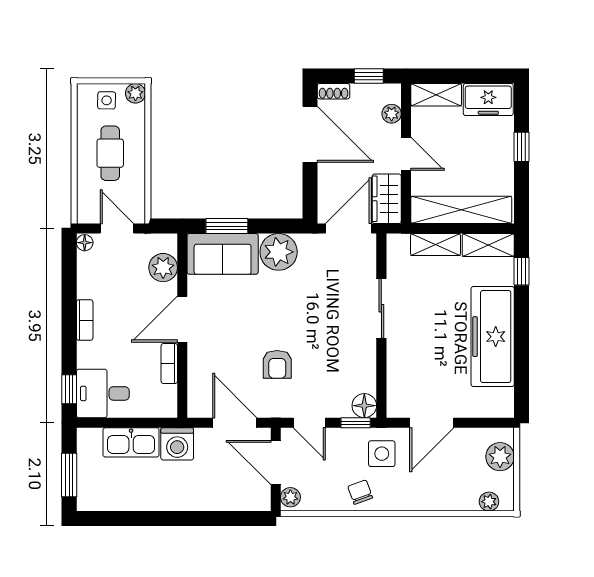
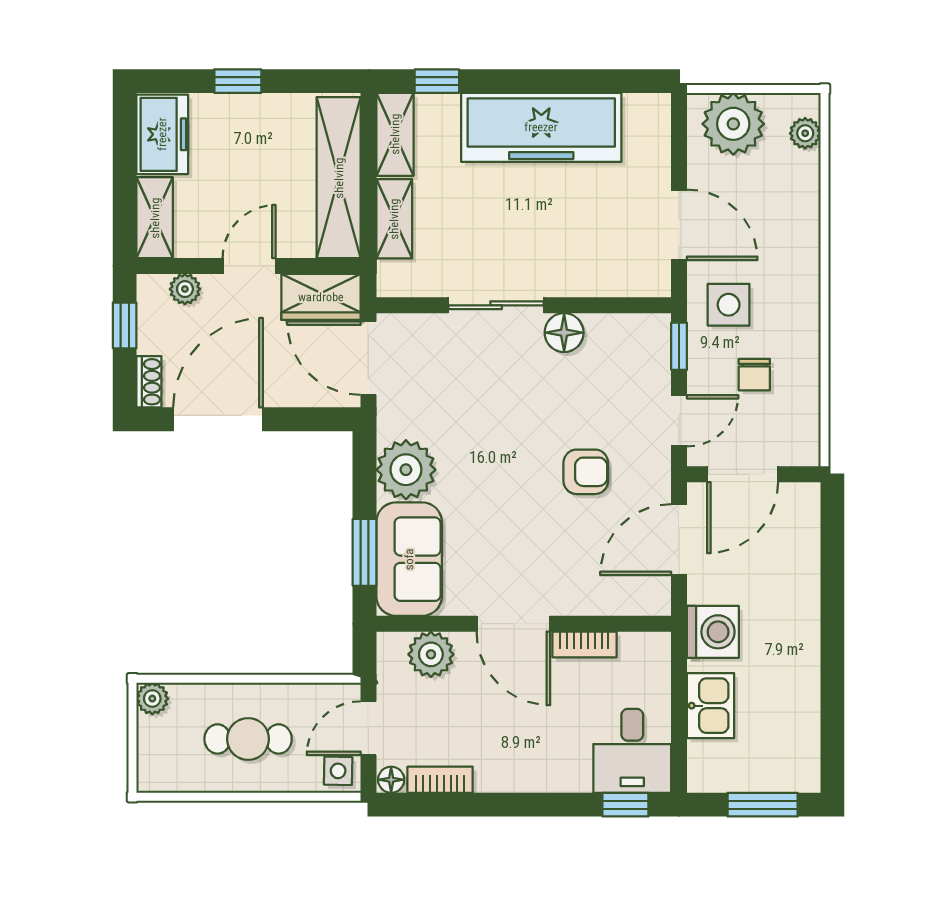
side table: (107, 100) -> (338, 771), moved
bookcase: (85, 320) -> (440, 780), moved
floor lamp: (364, 406) -> (564, 333), moved
kitchen sink: (131, 442) -> (710, 706), width x0.73
plant: (500, 457) -> (733, 124), width x1.36, depth x1.36
chair: (360, 492) -> (754, 375), moved, turned -70
plant: (290, 497) -> (798, 451), removed

